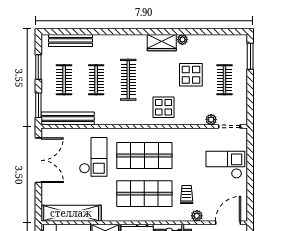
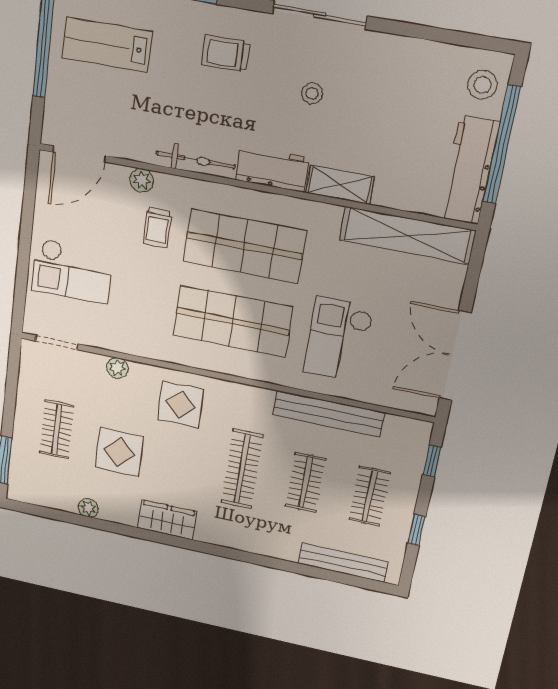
plant: (182, 40) -> (88, 508), moved
window: (38, 67) -> (417, 530), width x0.67
window: (38, 105) -> (432, 461), width x0.67
bench: (68, 118) -> (328, 414), moved
plant: (211, 120) -> (117, 368), moved

